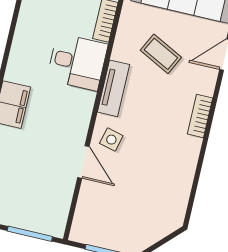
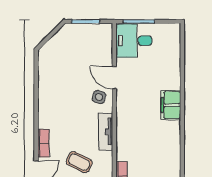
desk: (77, 62) -> (134, 41), moved
bookcase: (200, 116) -> (43, 143), moved

